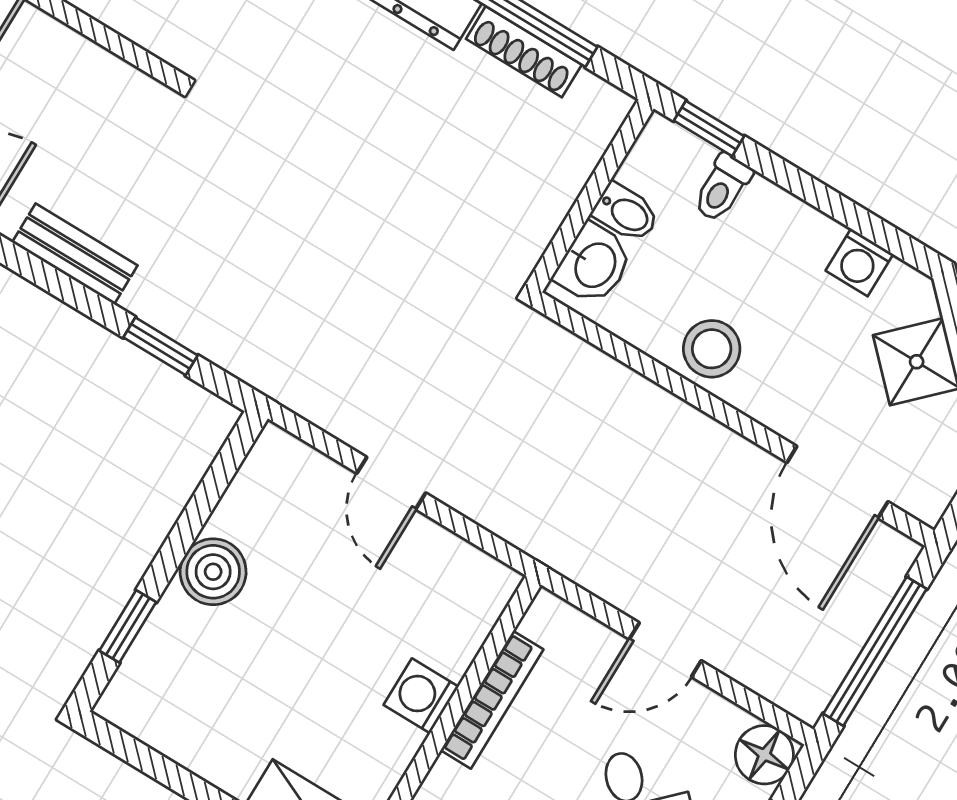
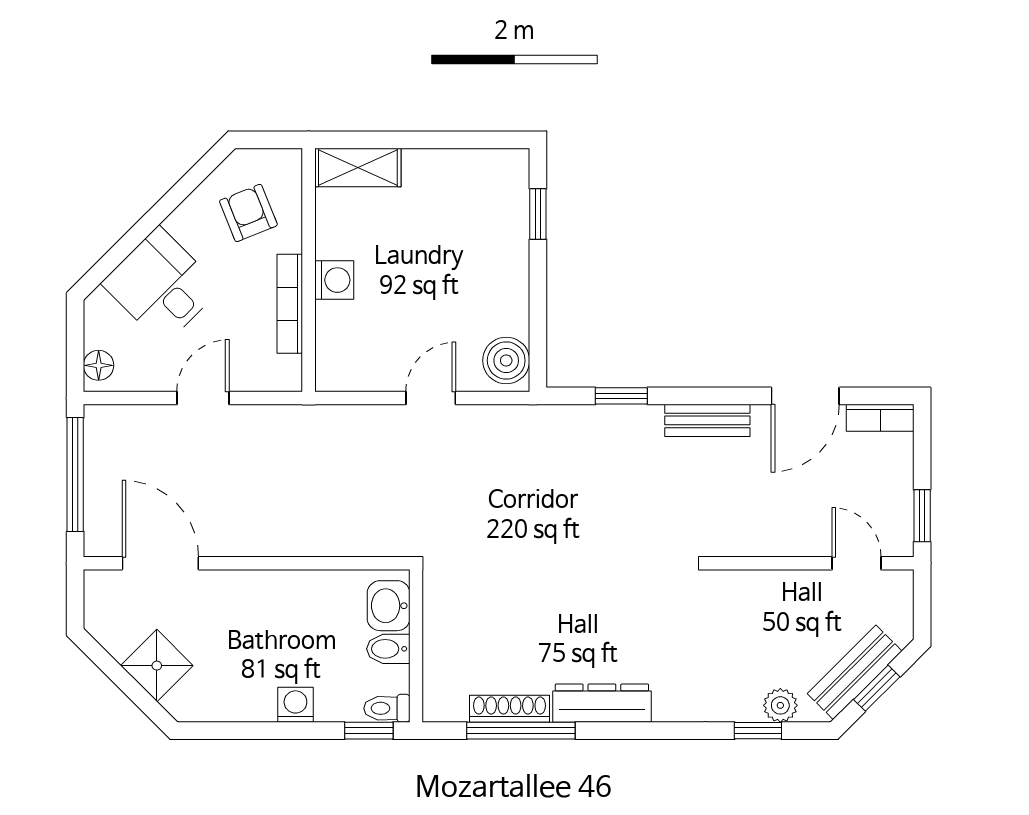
toilet: (722, 188) -> (387, 708), moved, turned -90
washing machine: (859, 262) -> (295, 705), moved
stool: (712, 349) -> (286, 598), removed
door: (391, 483) -> (431, 398), hinge flipped
boiler: (213, 572) -> (506, 361), moved
floor lamp: (764, 755) -> (99, 365), width x0.73, depth x0.73

